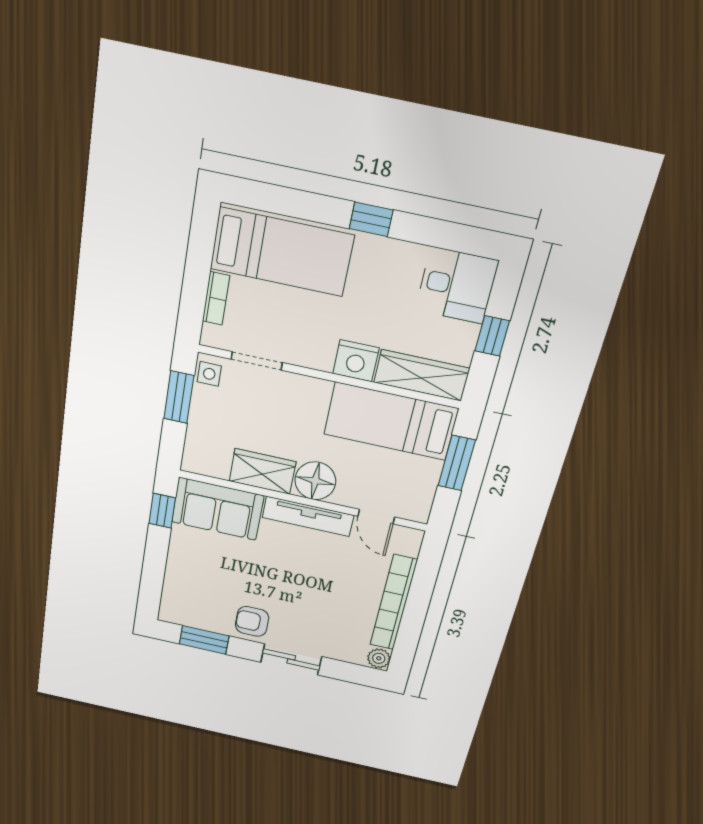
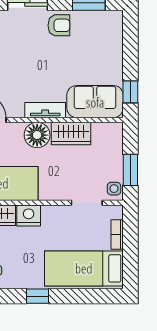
tv unit: (308, 516) -> (45, 110), width x0.71

